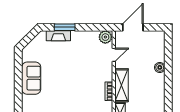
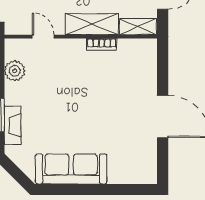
plant: (105, 37) -> (15, 71), moved
sofa: (31, 78) -> (71, 169), width x1.36

